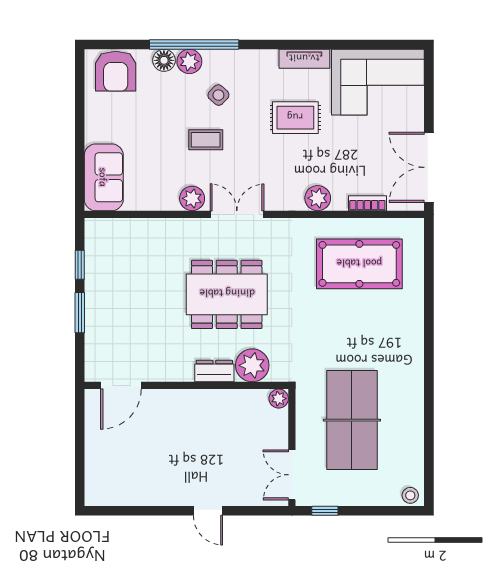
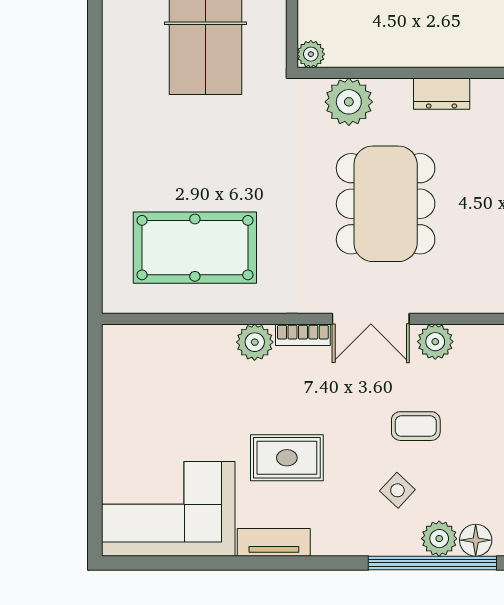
double door: (429, 167) -> (95, 386), removed
bookcase: (367, 203) -> (303, 335), moved
dining table: (227, 294) -> (386, 204), turned 90
dresser: (214, 371) -> (442, 94), moved

